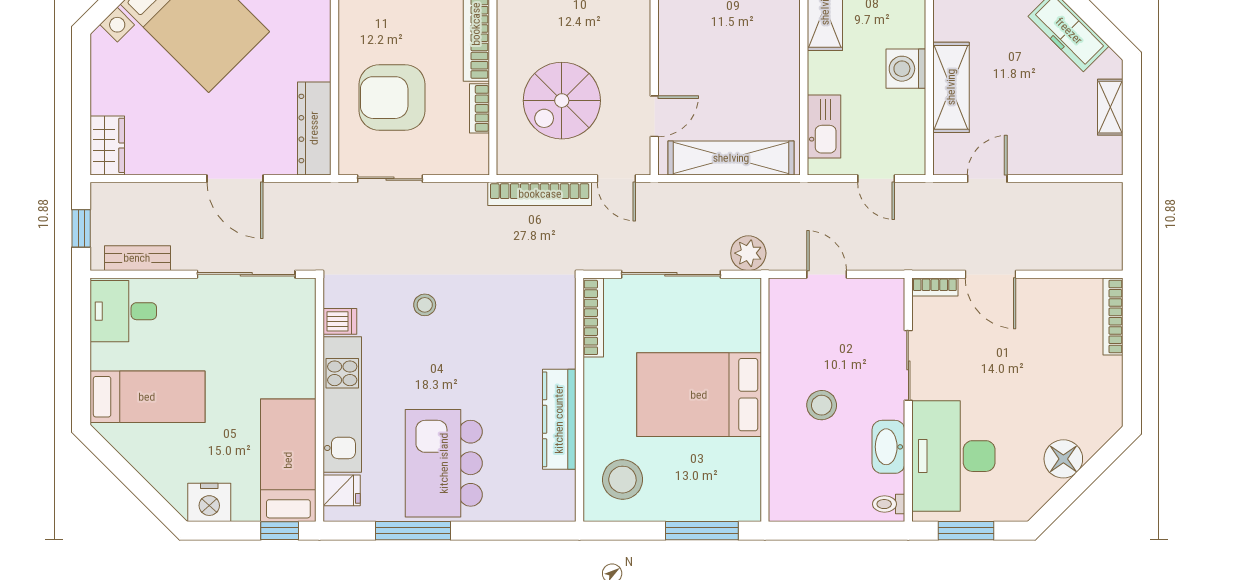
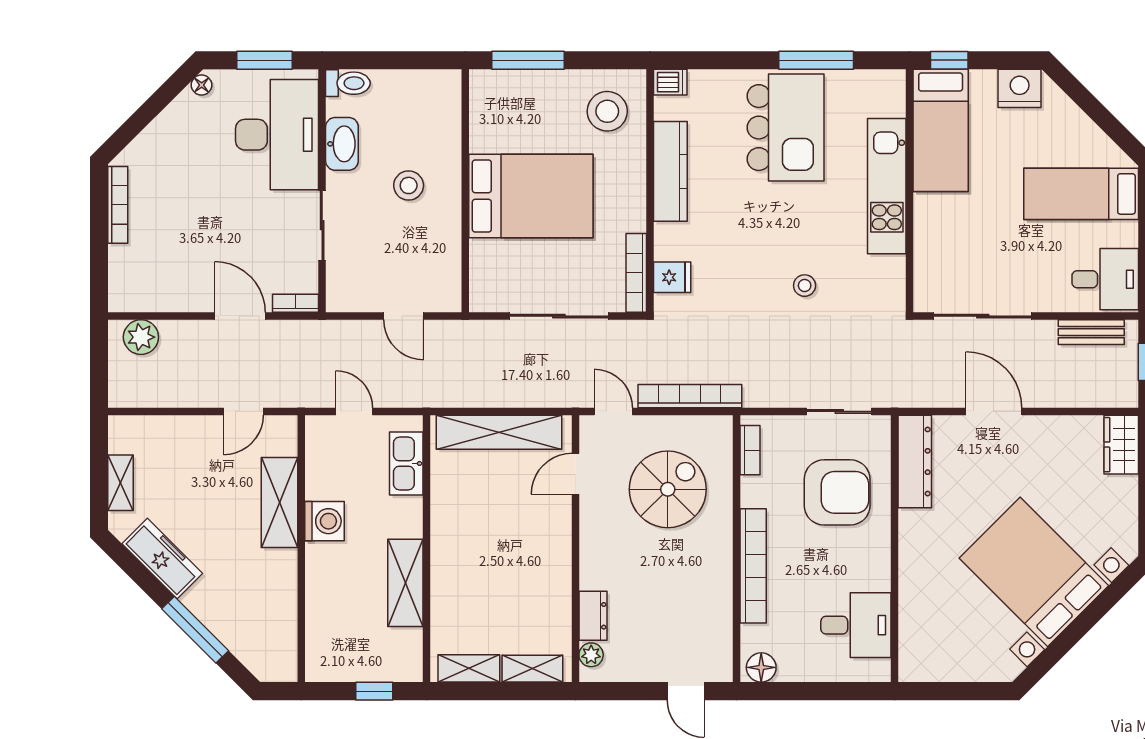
bookcase: (479, 108) -> (750, 450), moved
plant: (748, 253) -> (141, 337), moved
bookcase: (1113, 317) -> (118, 205), moved
dishwasher: (340, 321) -> (670, 82), moved, turned 180
floor lamp: (1063, 459) -> (202, 85), moved, width x0.53, depth x0.53
fridge: (342, 490) -> (672, 277), moved, turned 180
toilet: (889, 504) -> (348, 83), width x1.37, depth x1.39

